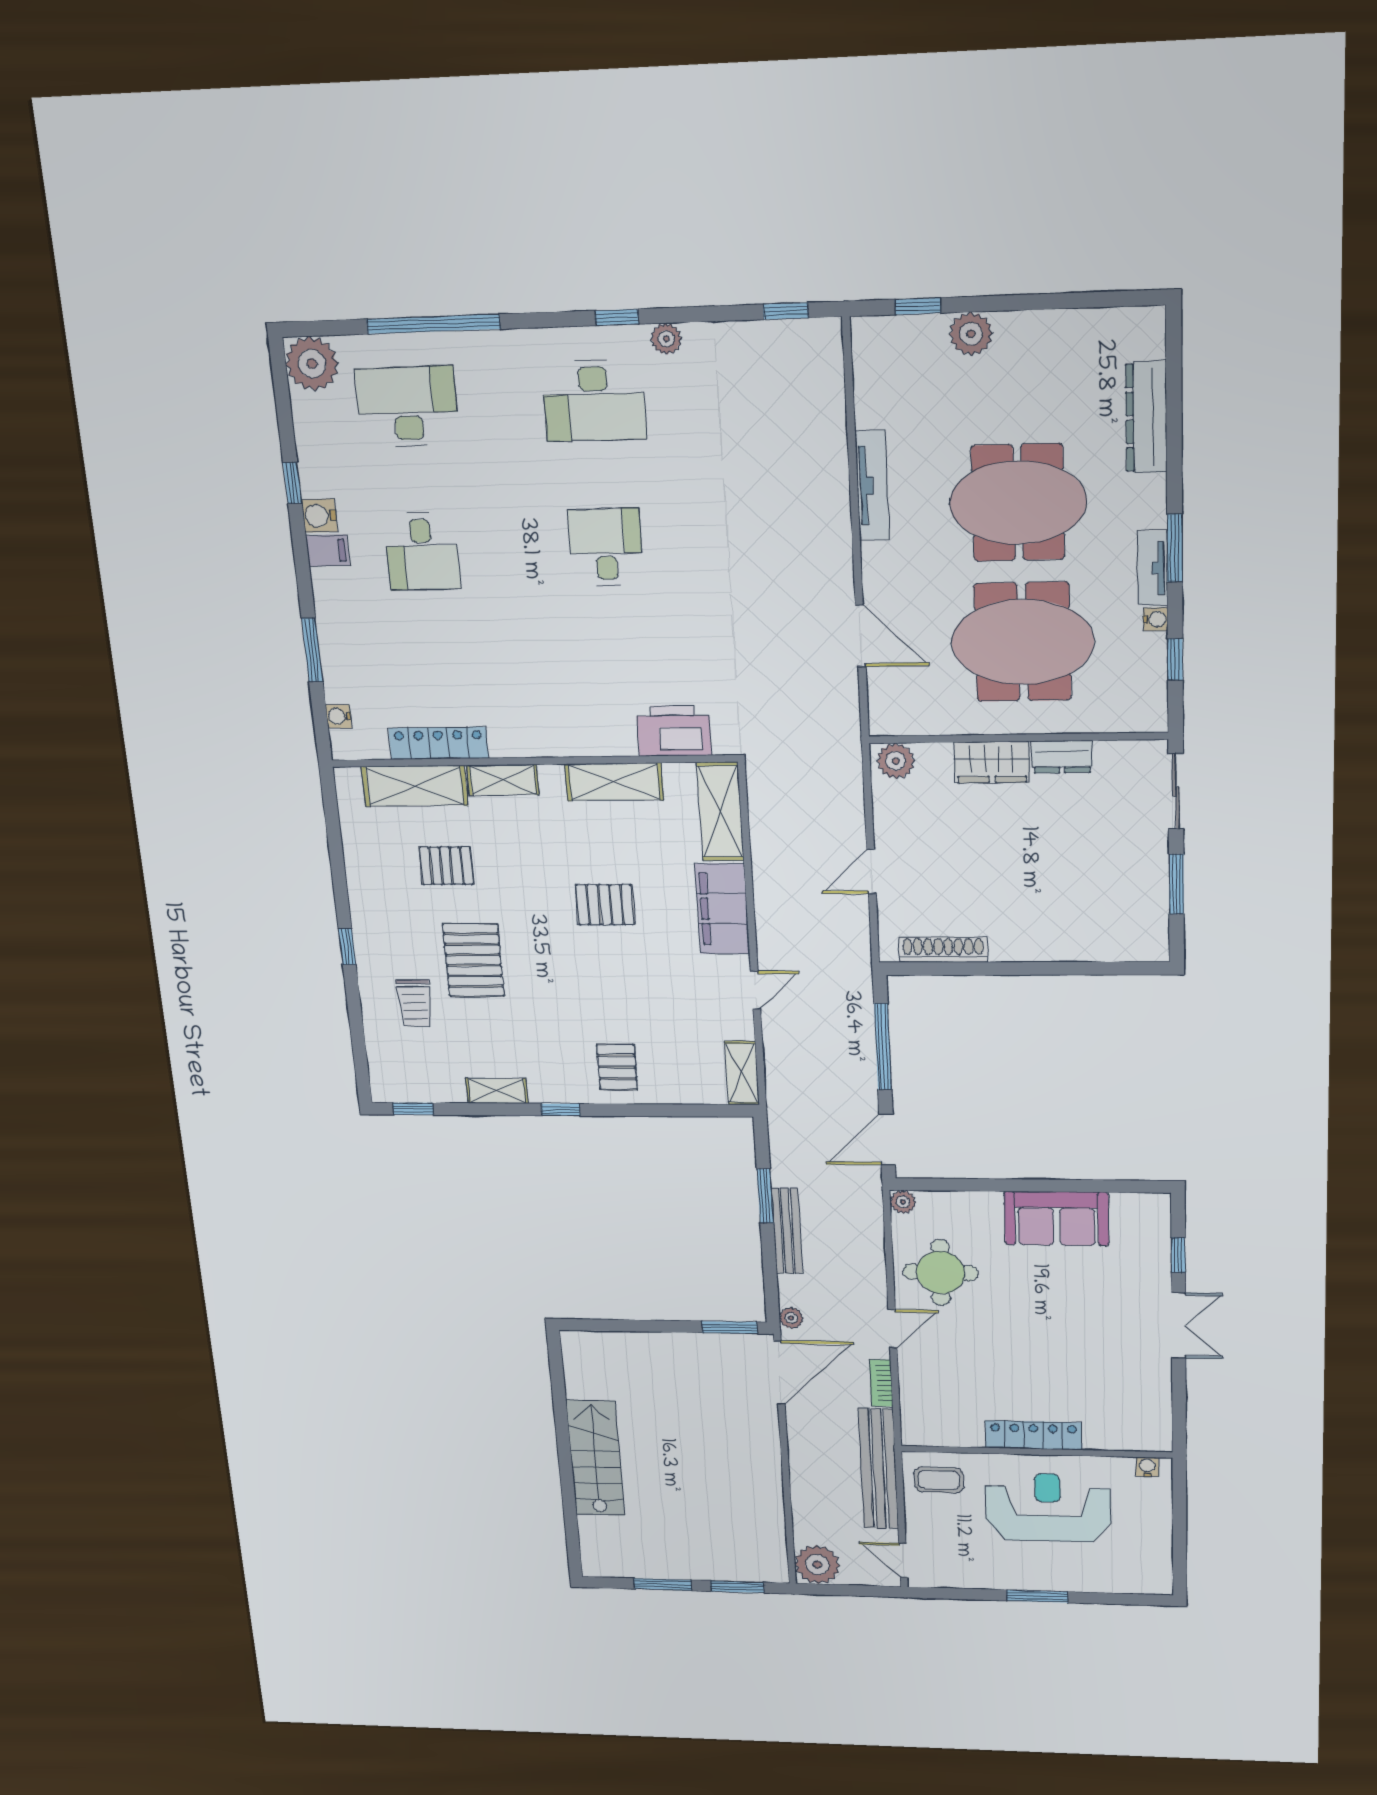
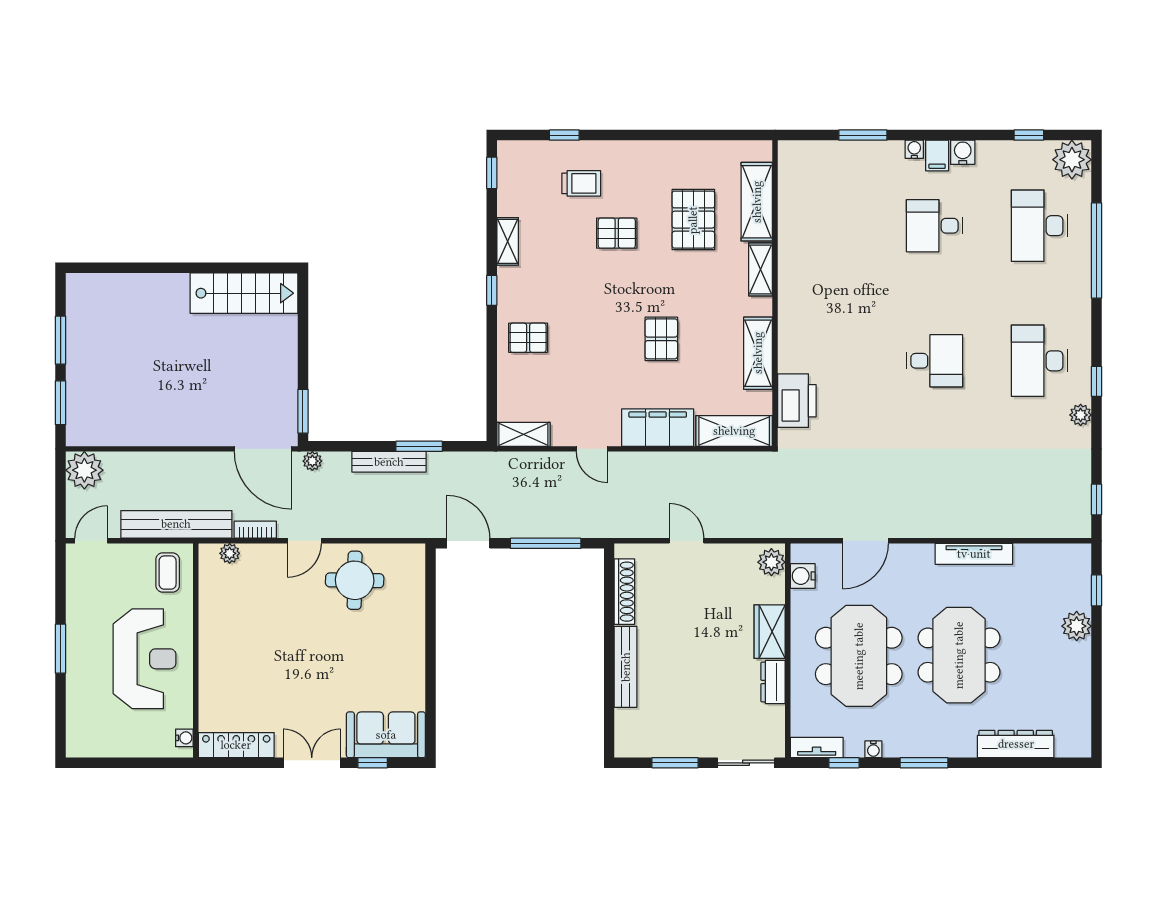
desk: (407, 407) -> (1039, 226), turned 180
window: (292, 483) -> (1029, 135), moved
tv unit: (1153, 568) -> (817, 748), moved
water cooler: (339, 716) -> (914, 149), moved
water cooler: (913, 719) -> (803, 576), added
locker: (438, 743) -> (790, 223), removed
pallet: (446, 866) -> (693, 220), width x1.50, depth x1.42
window: (347, 947) -> (564, 135), moved
bench: (1045, 948) -> (626, 667), added
pallet: (473, 960) -> (617, 233), width x0.67, depth x0.71
trolley: (415, 1003) -> (581, 183), turned 180
plant: (903, 1202) -> (230, 553), moved
sofa: (1056, 1219) -> (386, 735), moved, turned 90
double door: (1179, 1325) -> (312, 763), swing flipped
door: (892, 1329) -> (304, 541), hinge flipped
locker: (1034, 1435) -> (236, 745), moved, turned -90
stairs: (595, 1458) -> (244, 293), moved

